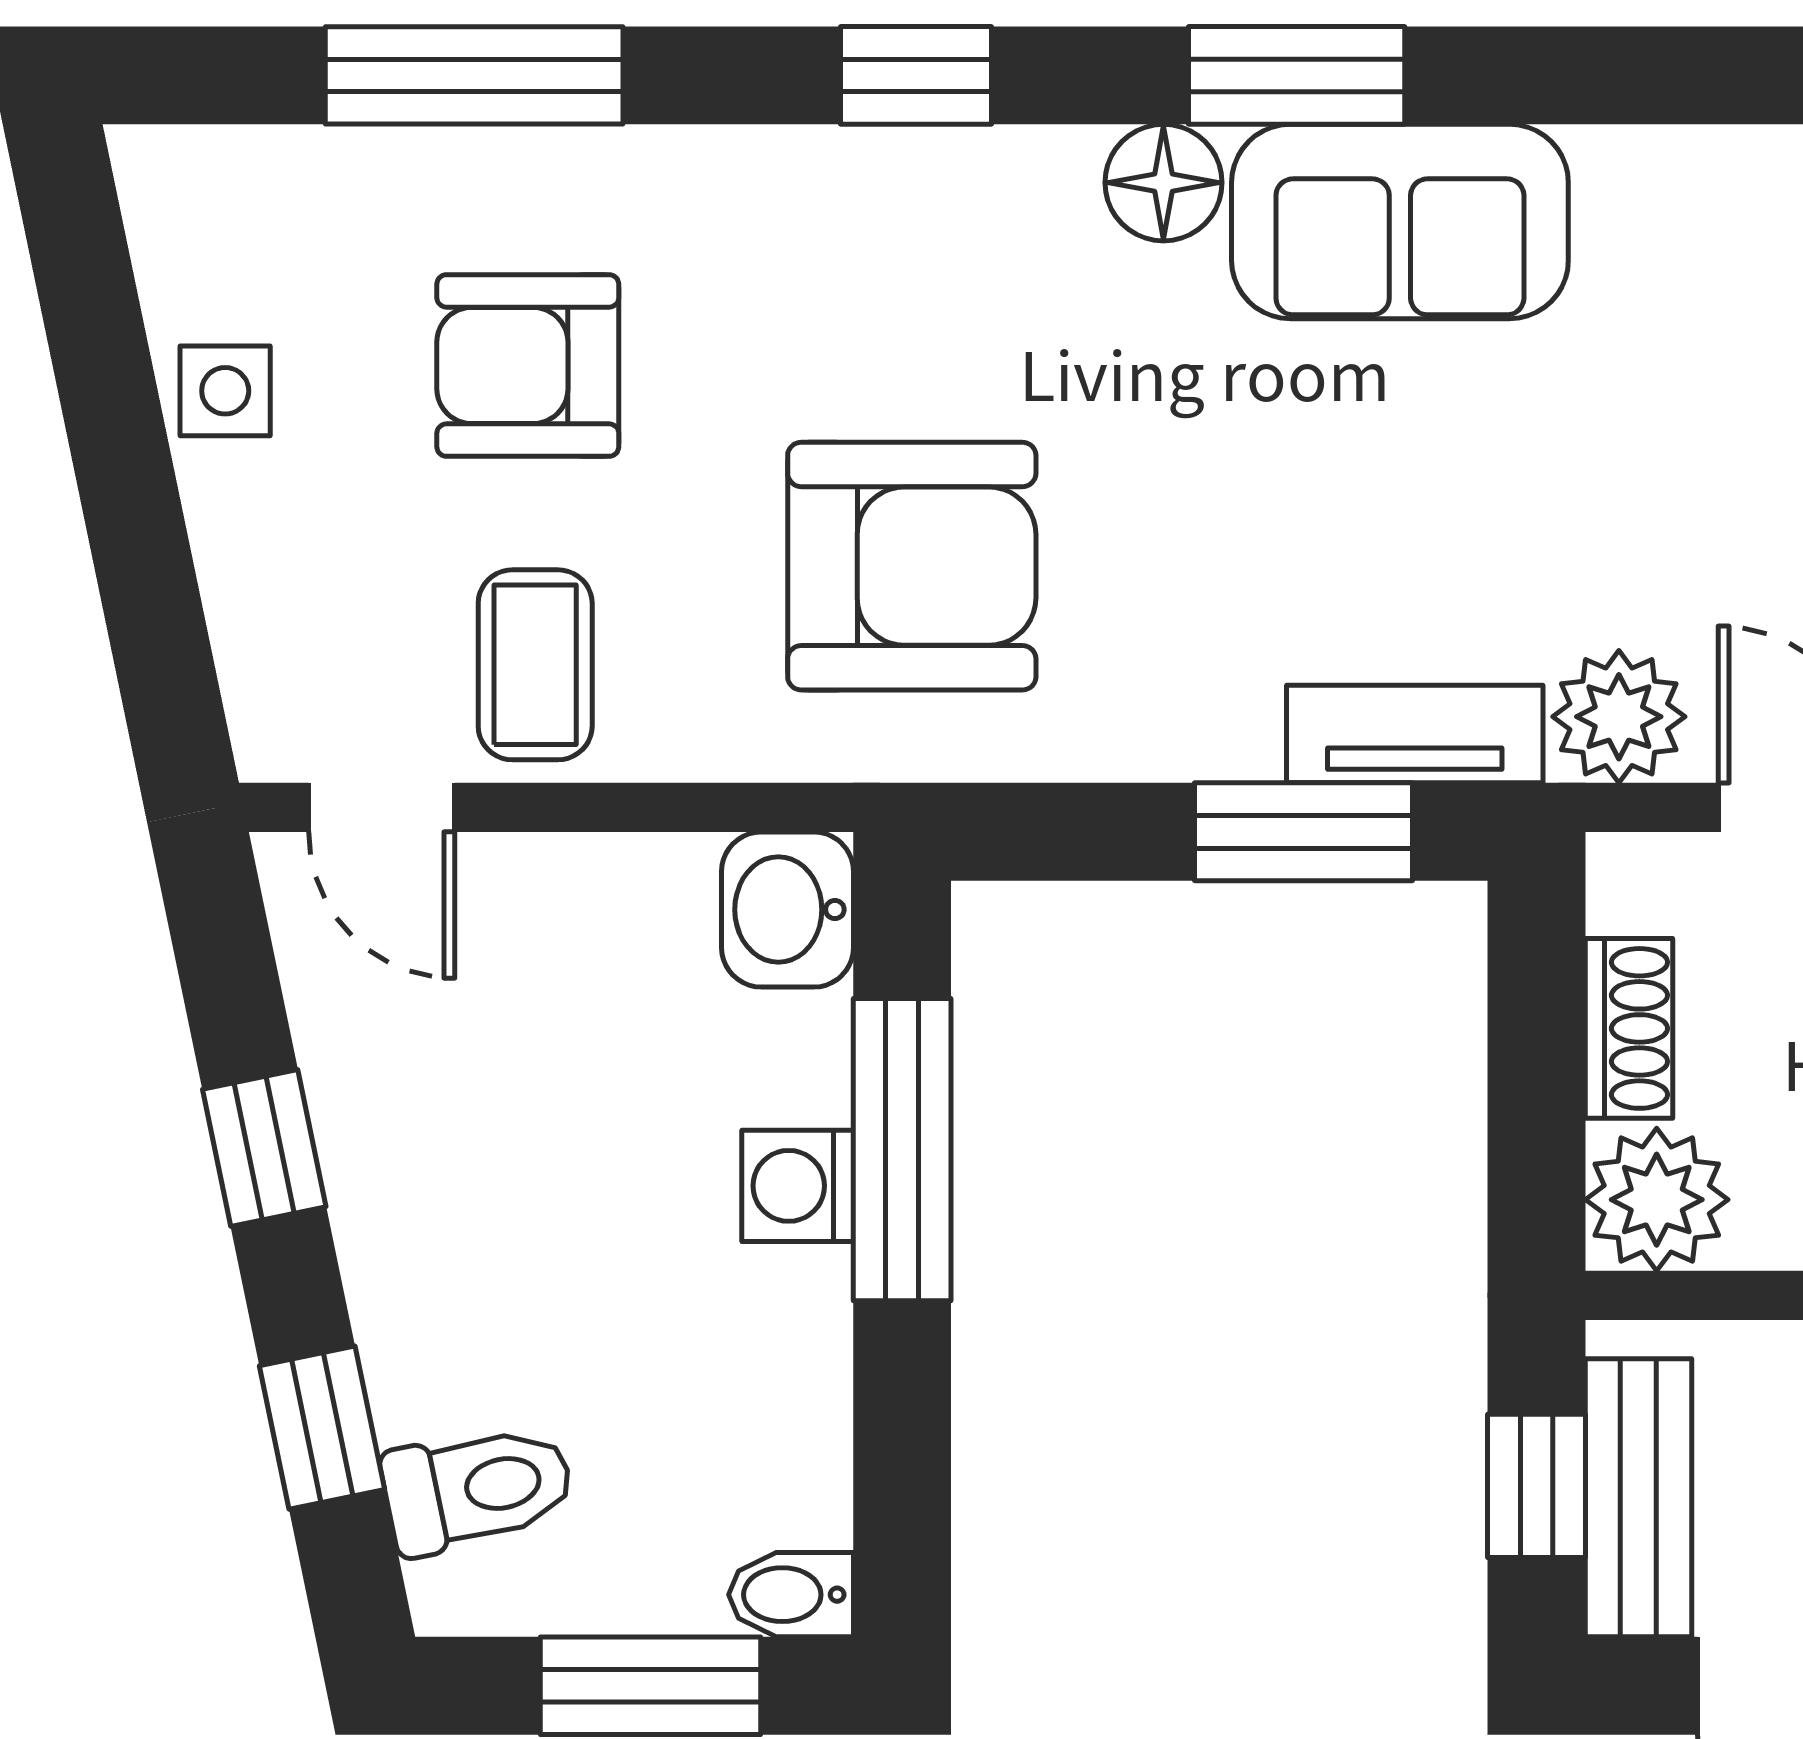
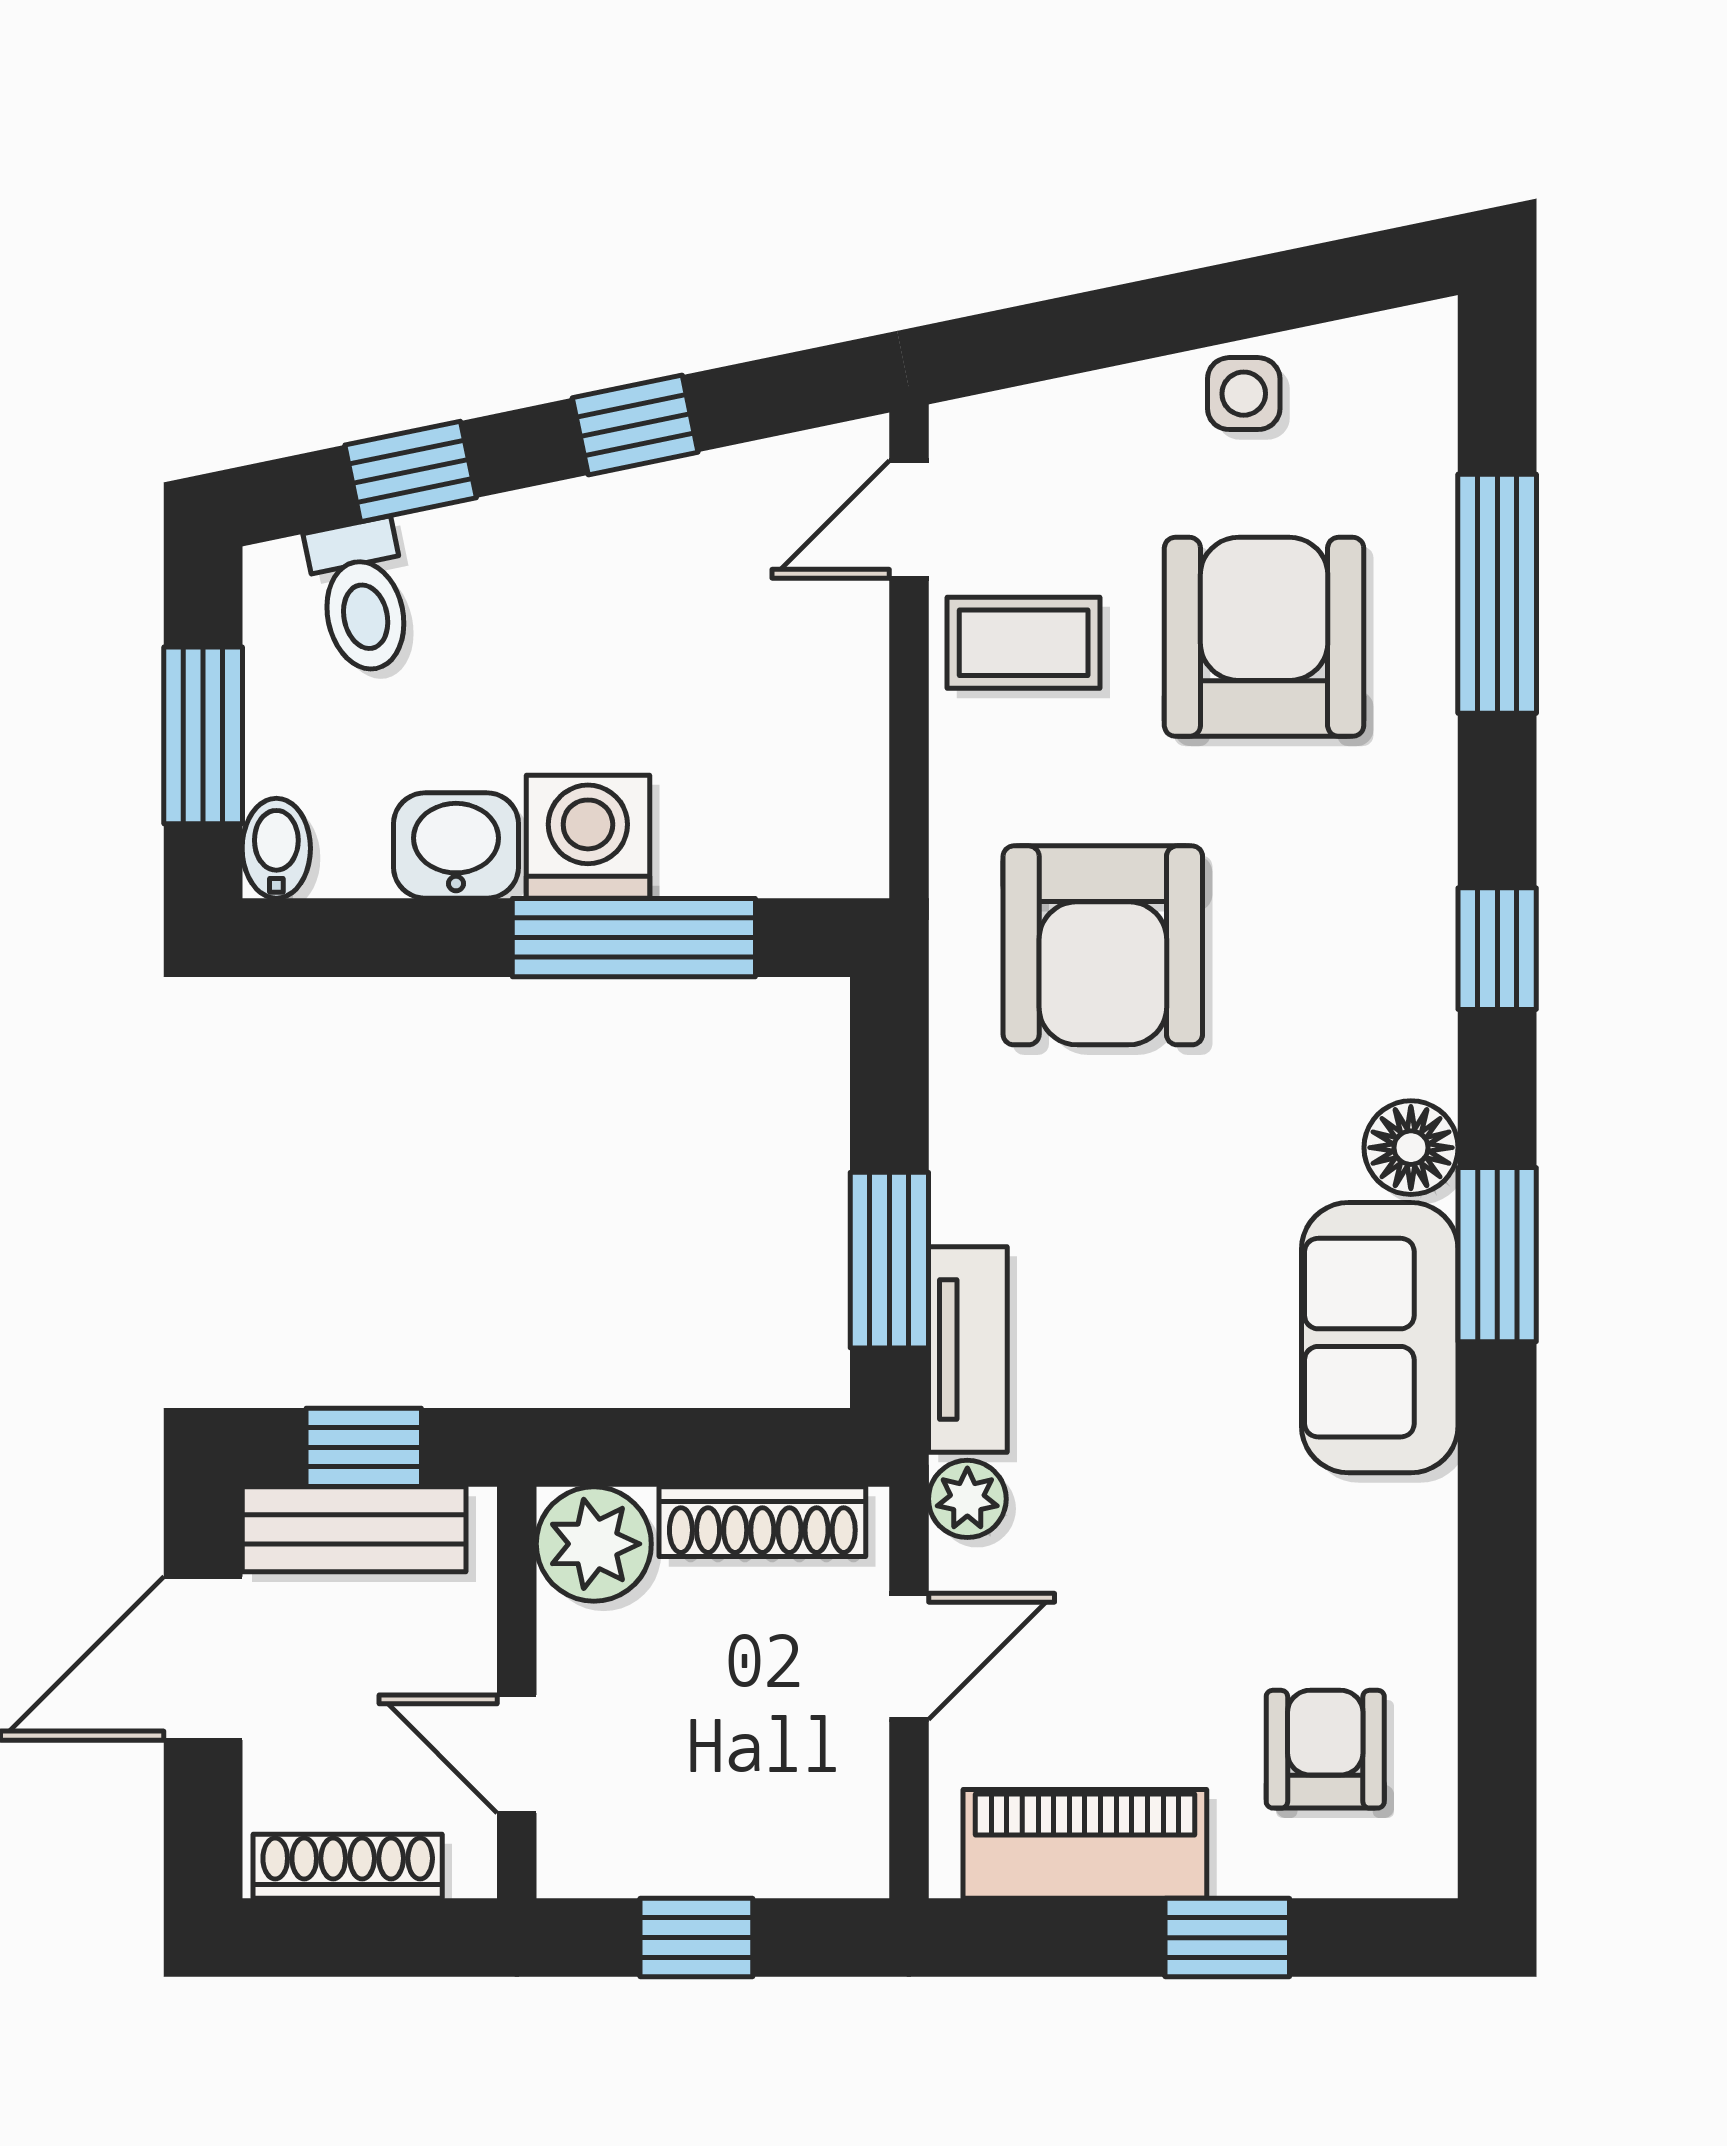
armchair: (528, 365) -> (1264, 637), width x1.36, depth x1.36
plant: (1619, 717) -> (967, 1499), width x0.73, depth x0.73
washbasin: (788, 910) -> (456, 845), moved
shoe rack: (1629, 1028) -> (762, 1522), width x1.43
washing machine: (798, 1186) -> (588, 837), width x1.38, depth x1.38

